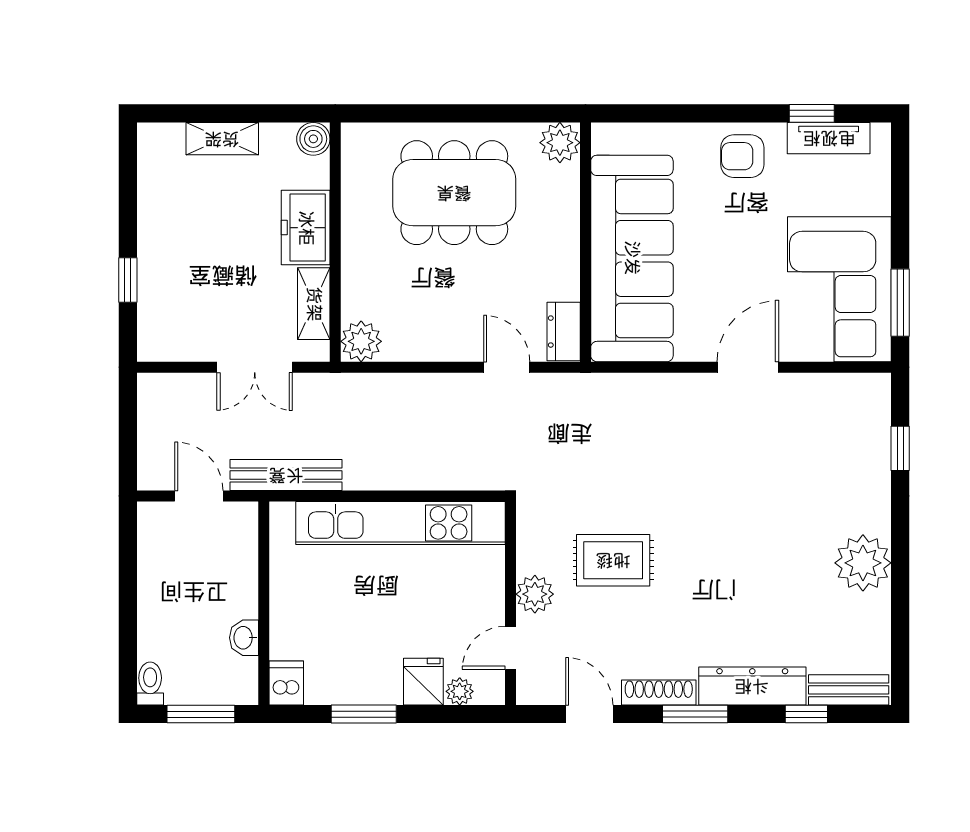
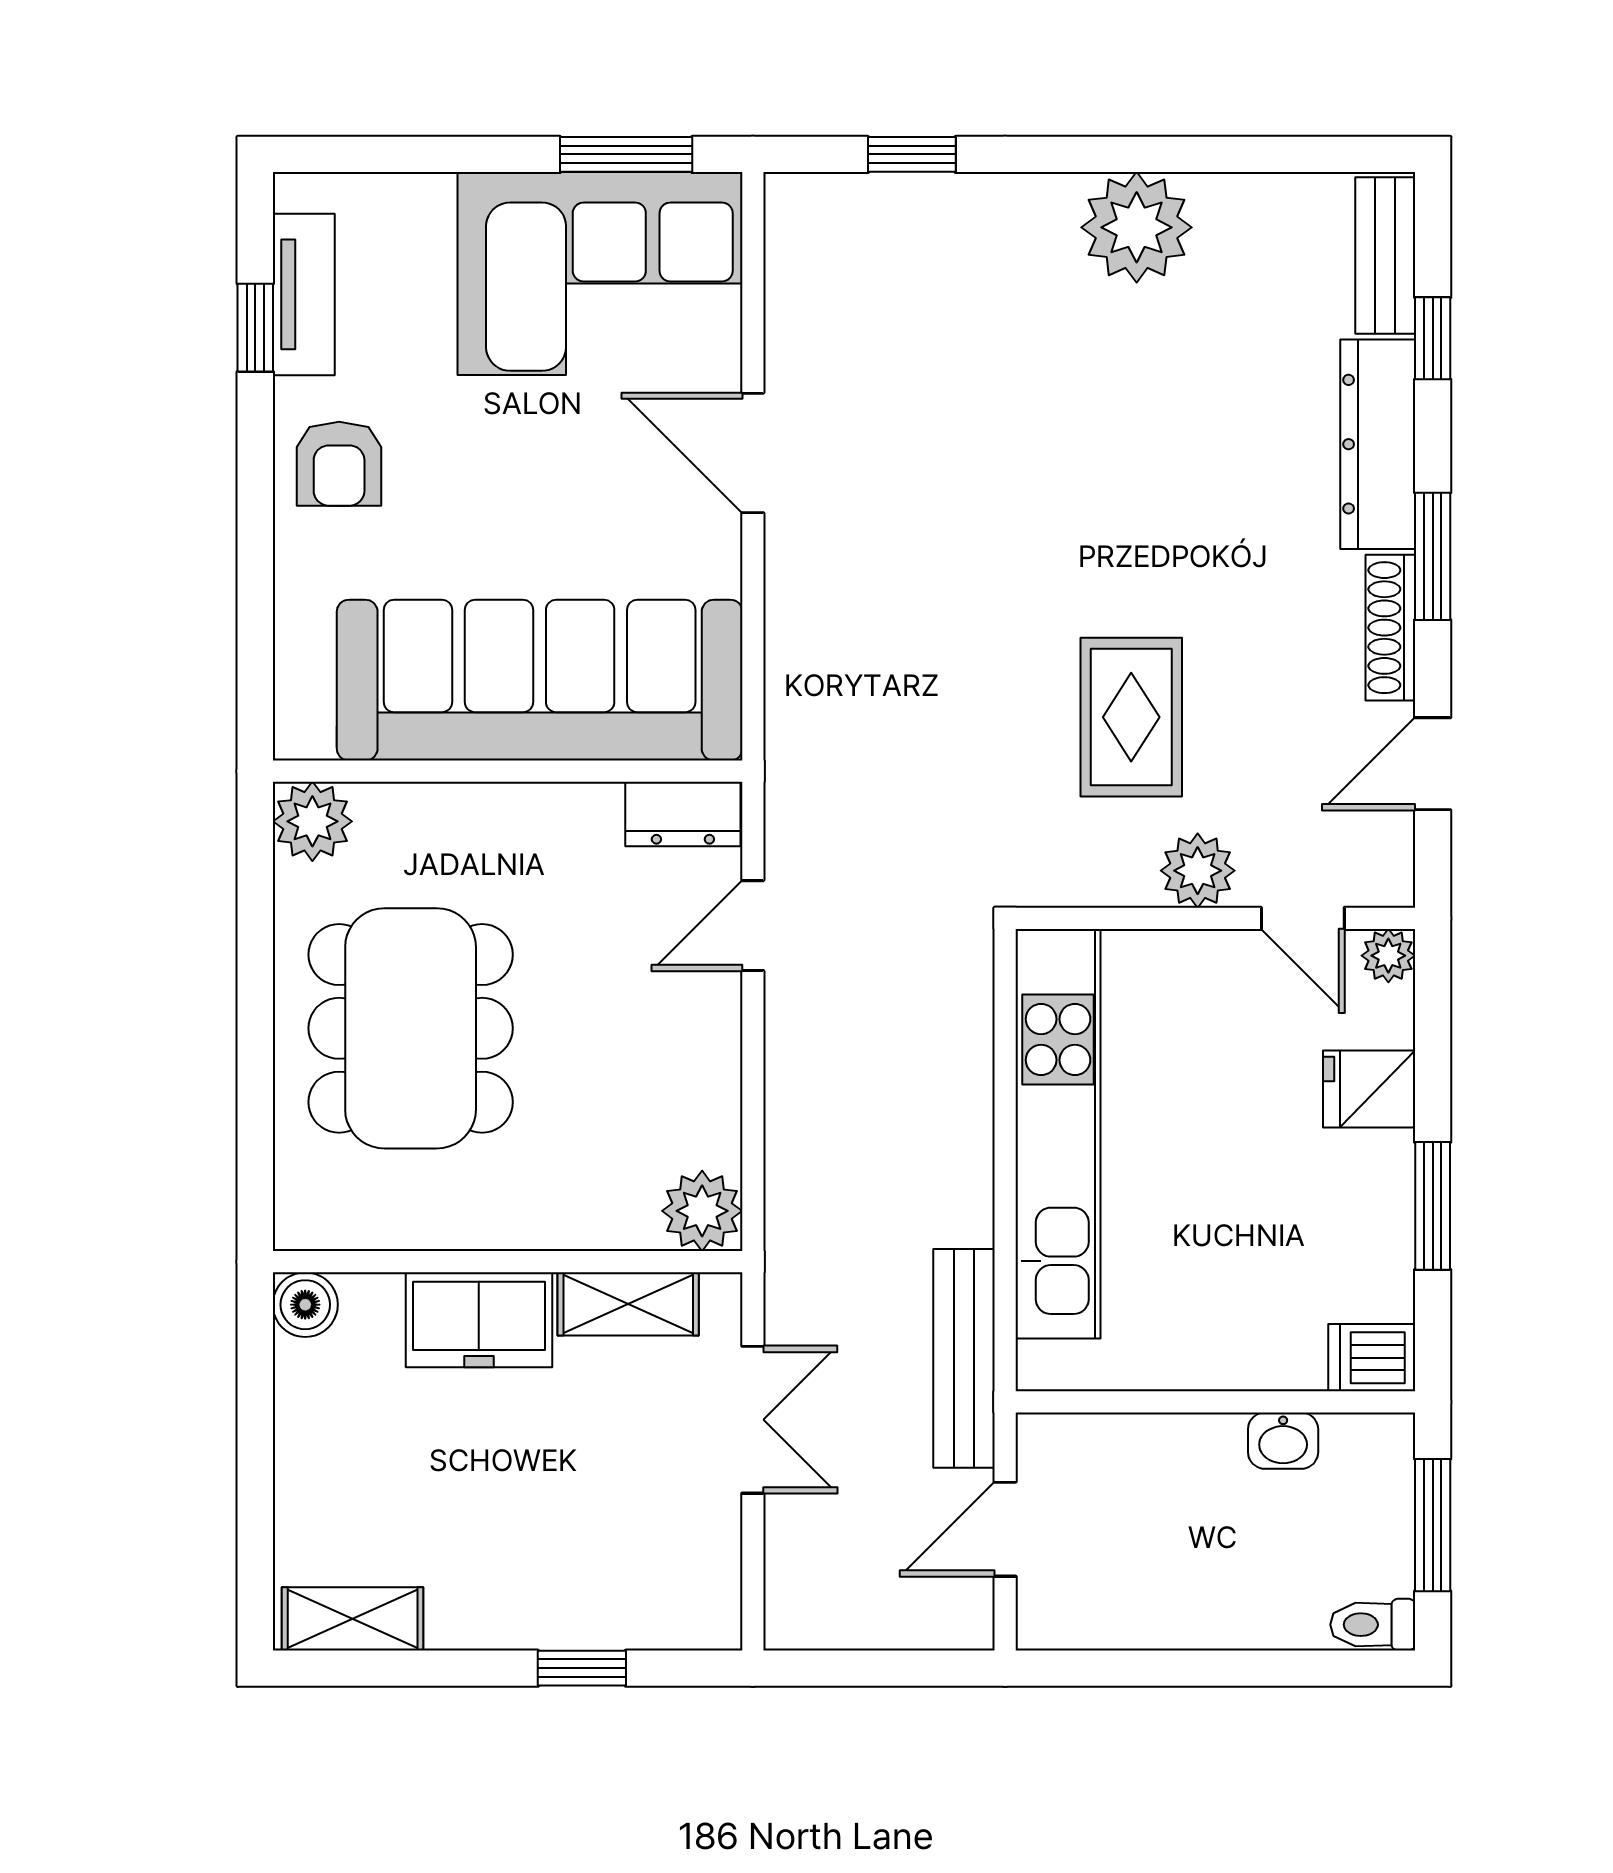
shelving: (222, 139) -> (353, 1619), moved, turned 90
plant: (460, 691) -> (1388, 956), moved

